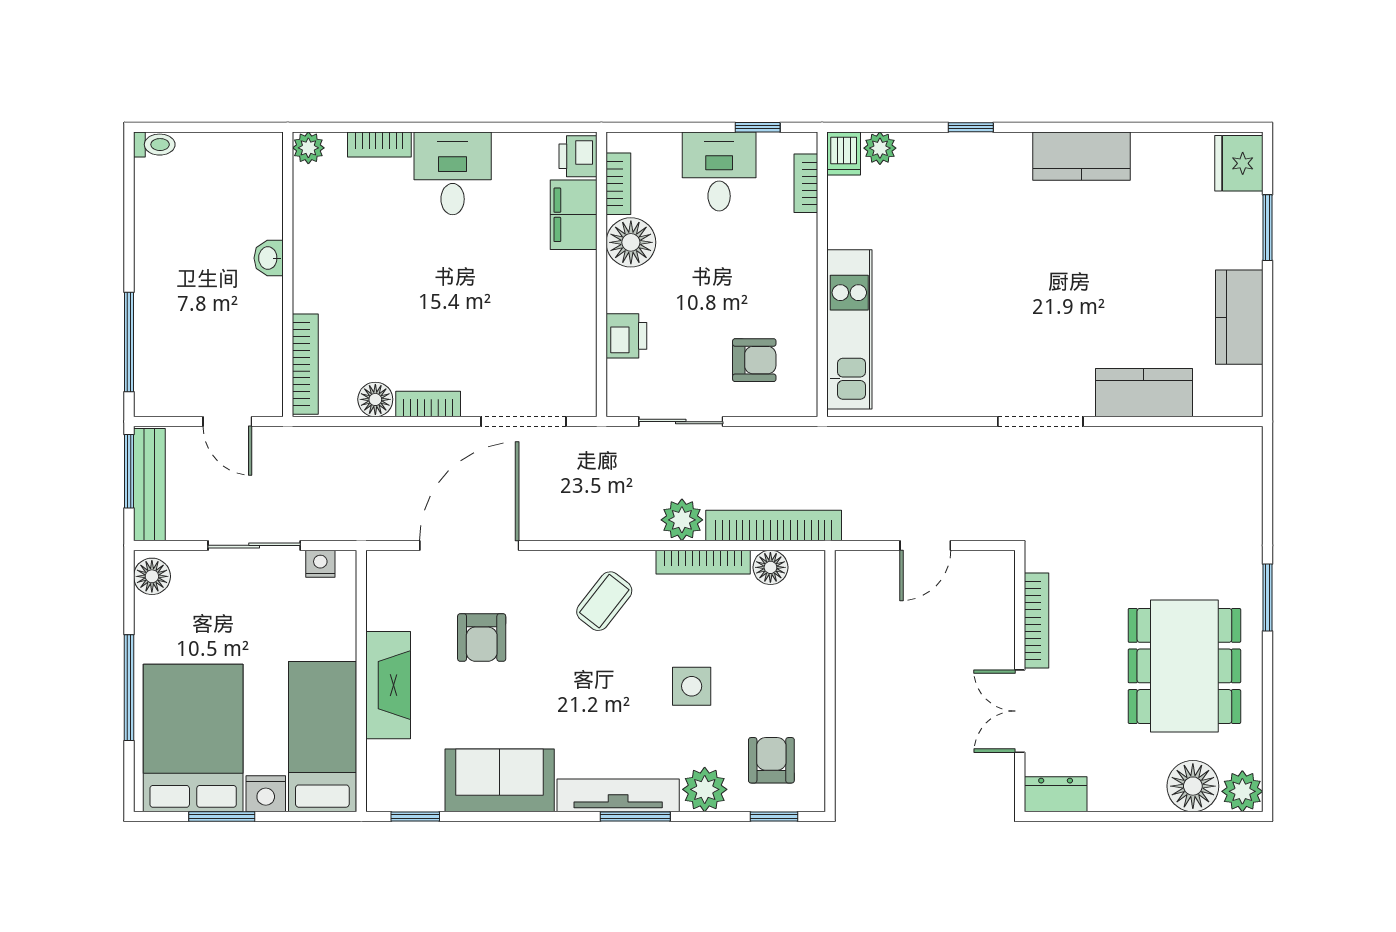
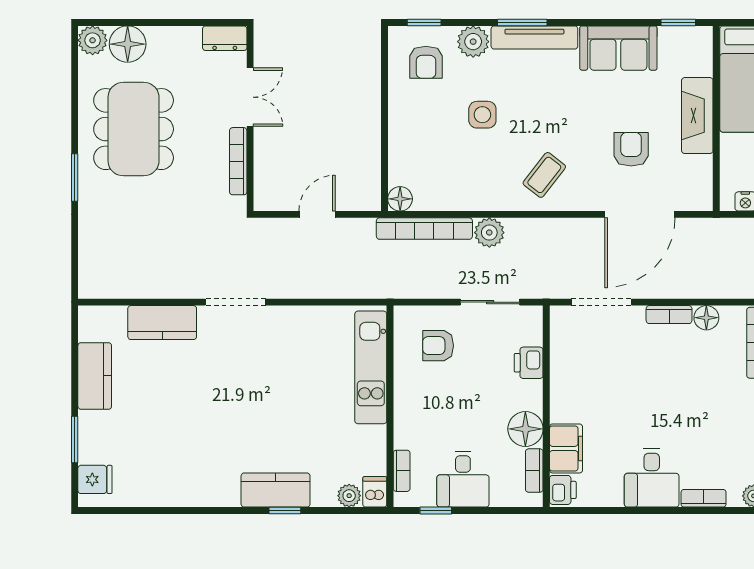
kitchen counter: (1081, 156) -> (276, 490), moved
fridge: (1239, 163) -> (95, 479), width x0.72
bookcase: (703, 562) -> (474, 203), removed
floor lamp: (770, 567) -> (400, 199), moved

